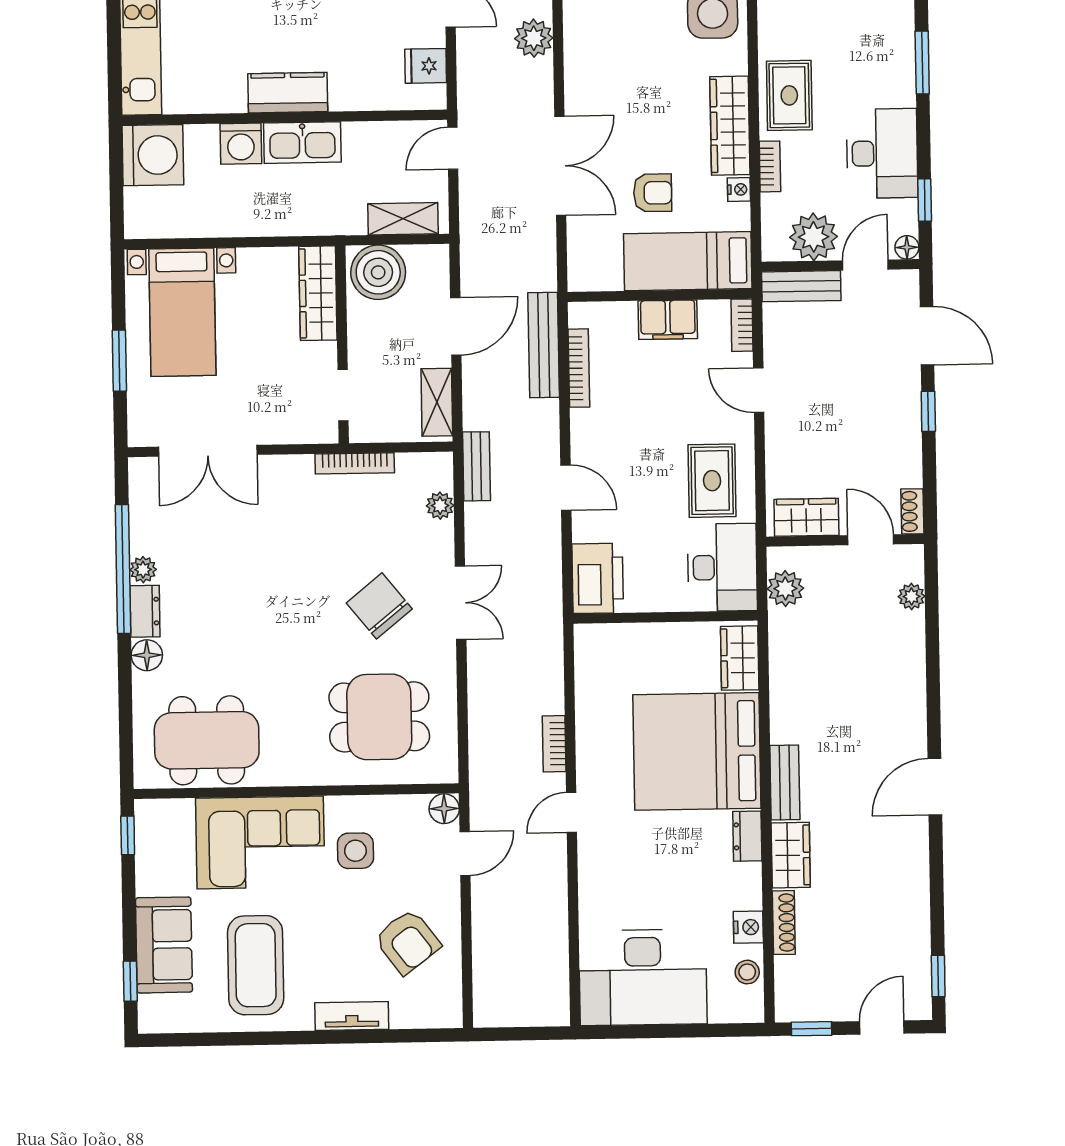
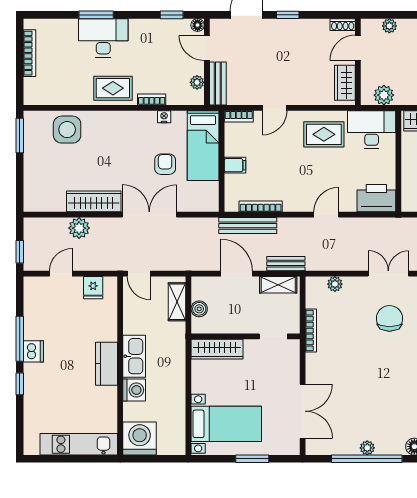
wardrobe: (730, 126) -> (94, 201), moved, turned 180
desk: (882, 153) -> (103, 38), moved
plant: (814, 237) -> (197, 82), width x0.53, depth x0.53
boiler: (378, 272) -> (199, 309), width x0.54, depth x0.54
filing cabinet: (668, 320) -> (235, 165), width x0.50
bench: (476, 466) -> (286, 264), moved
chair: (379, 606) -> (389, 318), turned 129
dresser: (145, 611) -> (390, 447), removed

